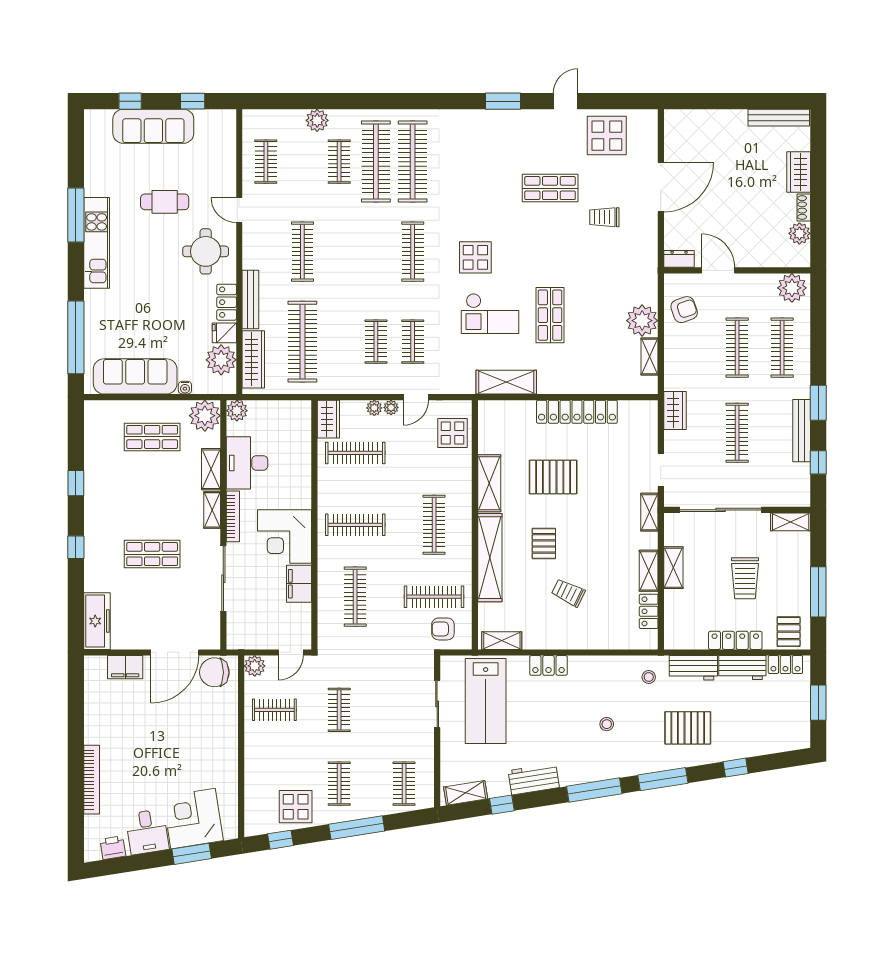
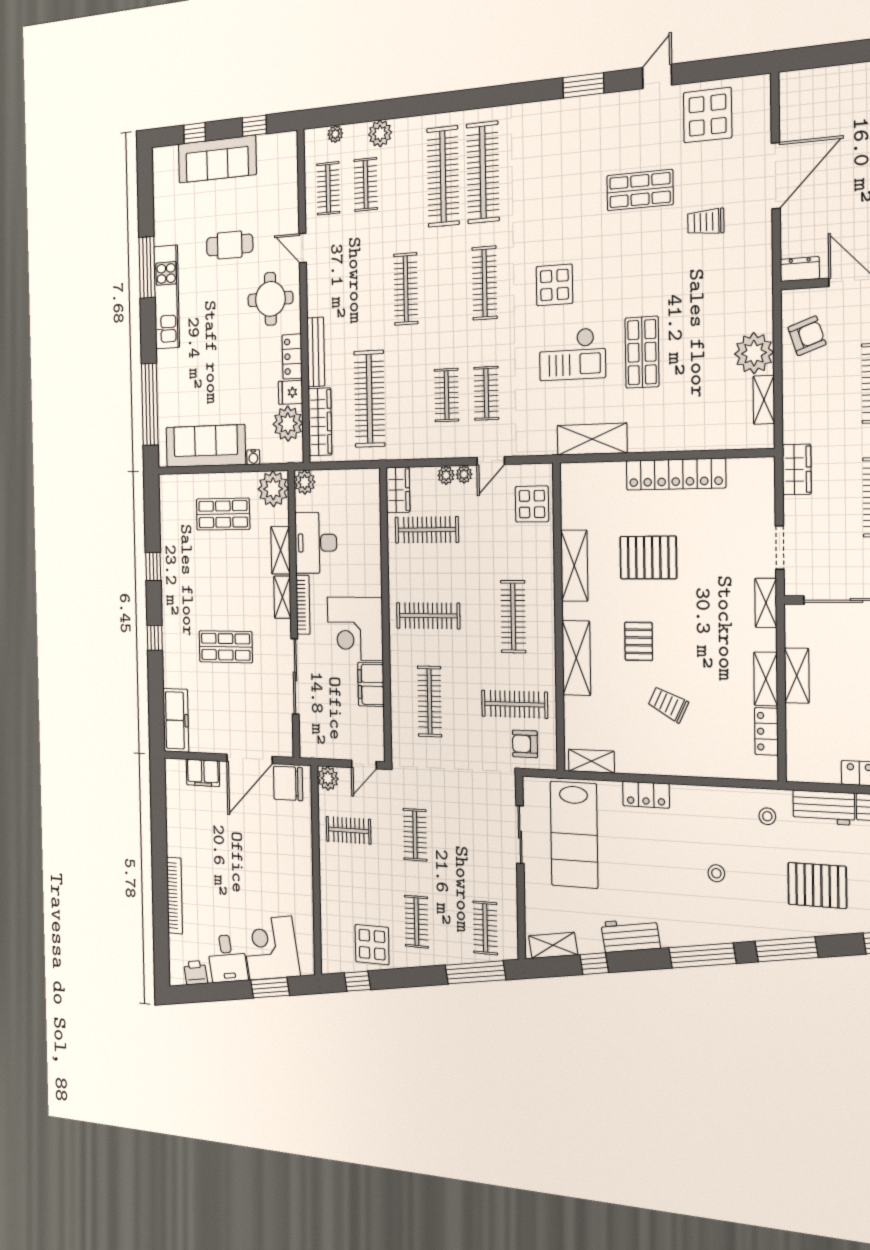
plant: (274, 116) -> (335, 134), added
clothes rail: (339, 162) -> (366, 184), moved
clothes rail: (302, 252) -> (406, 289), moved
shelving: (490, 558) -> (576, 658), width x0.68
window: (357, 828) -> (475, 972), moved

